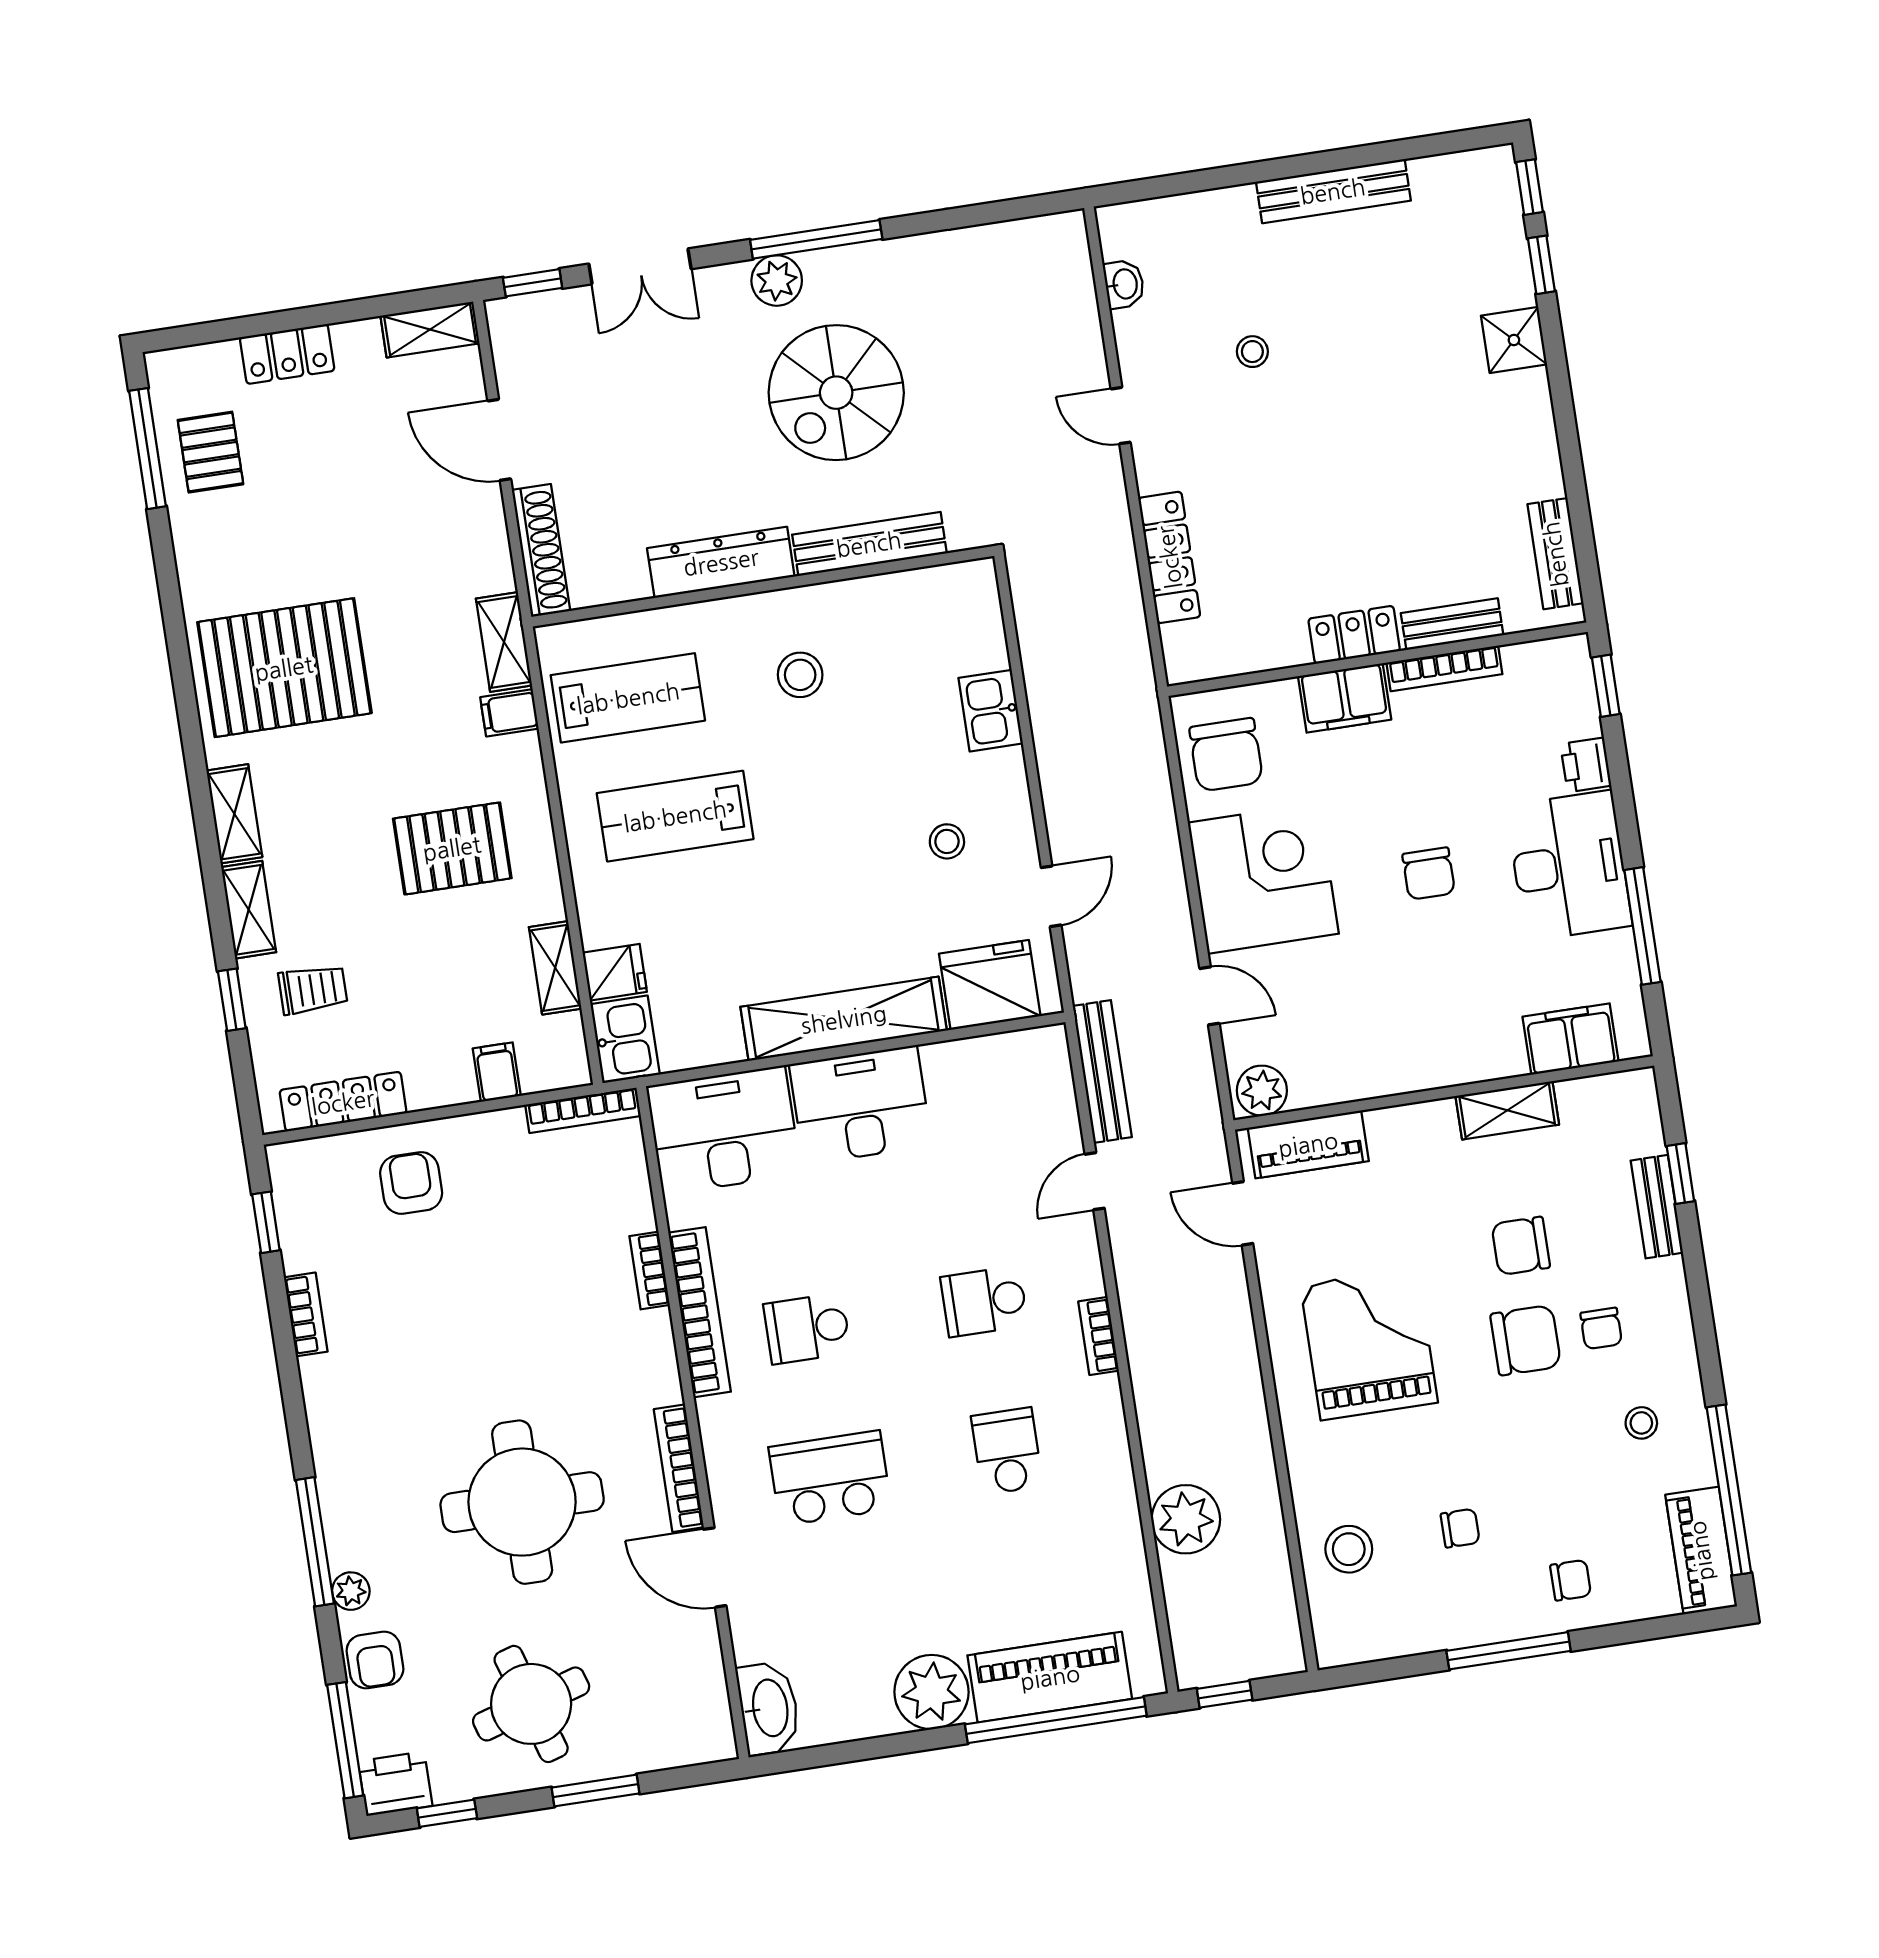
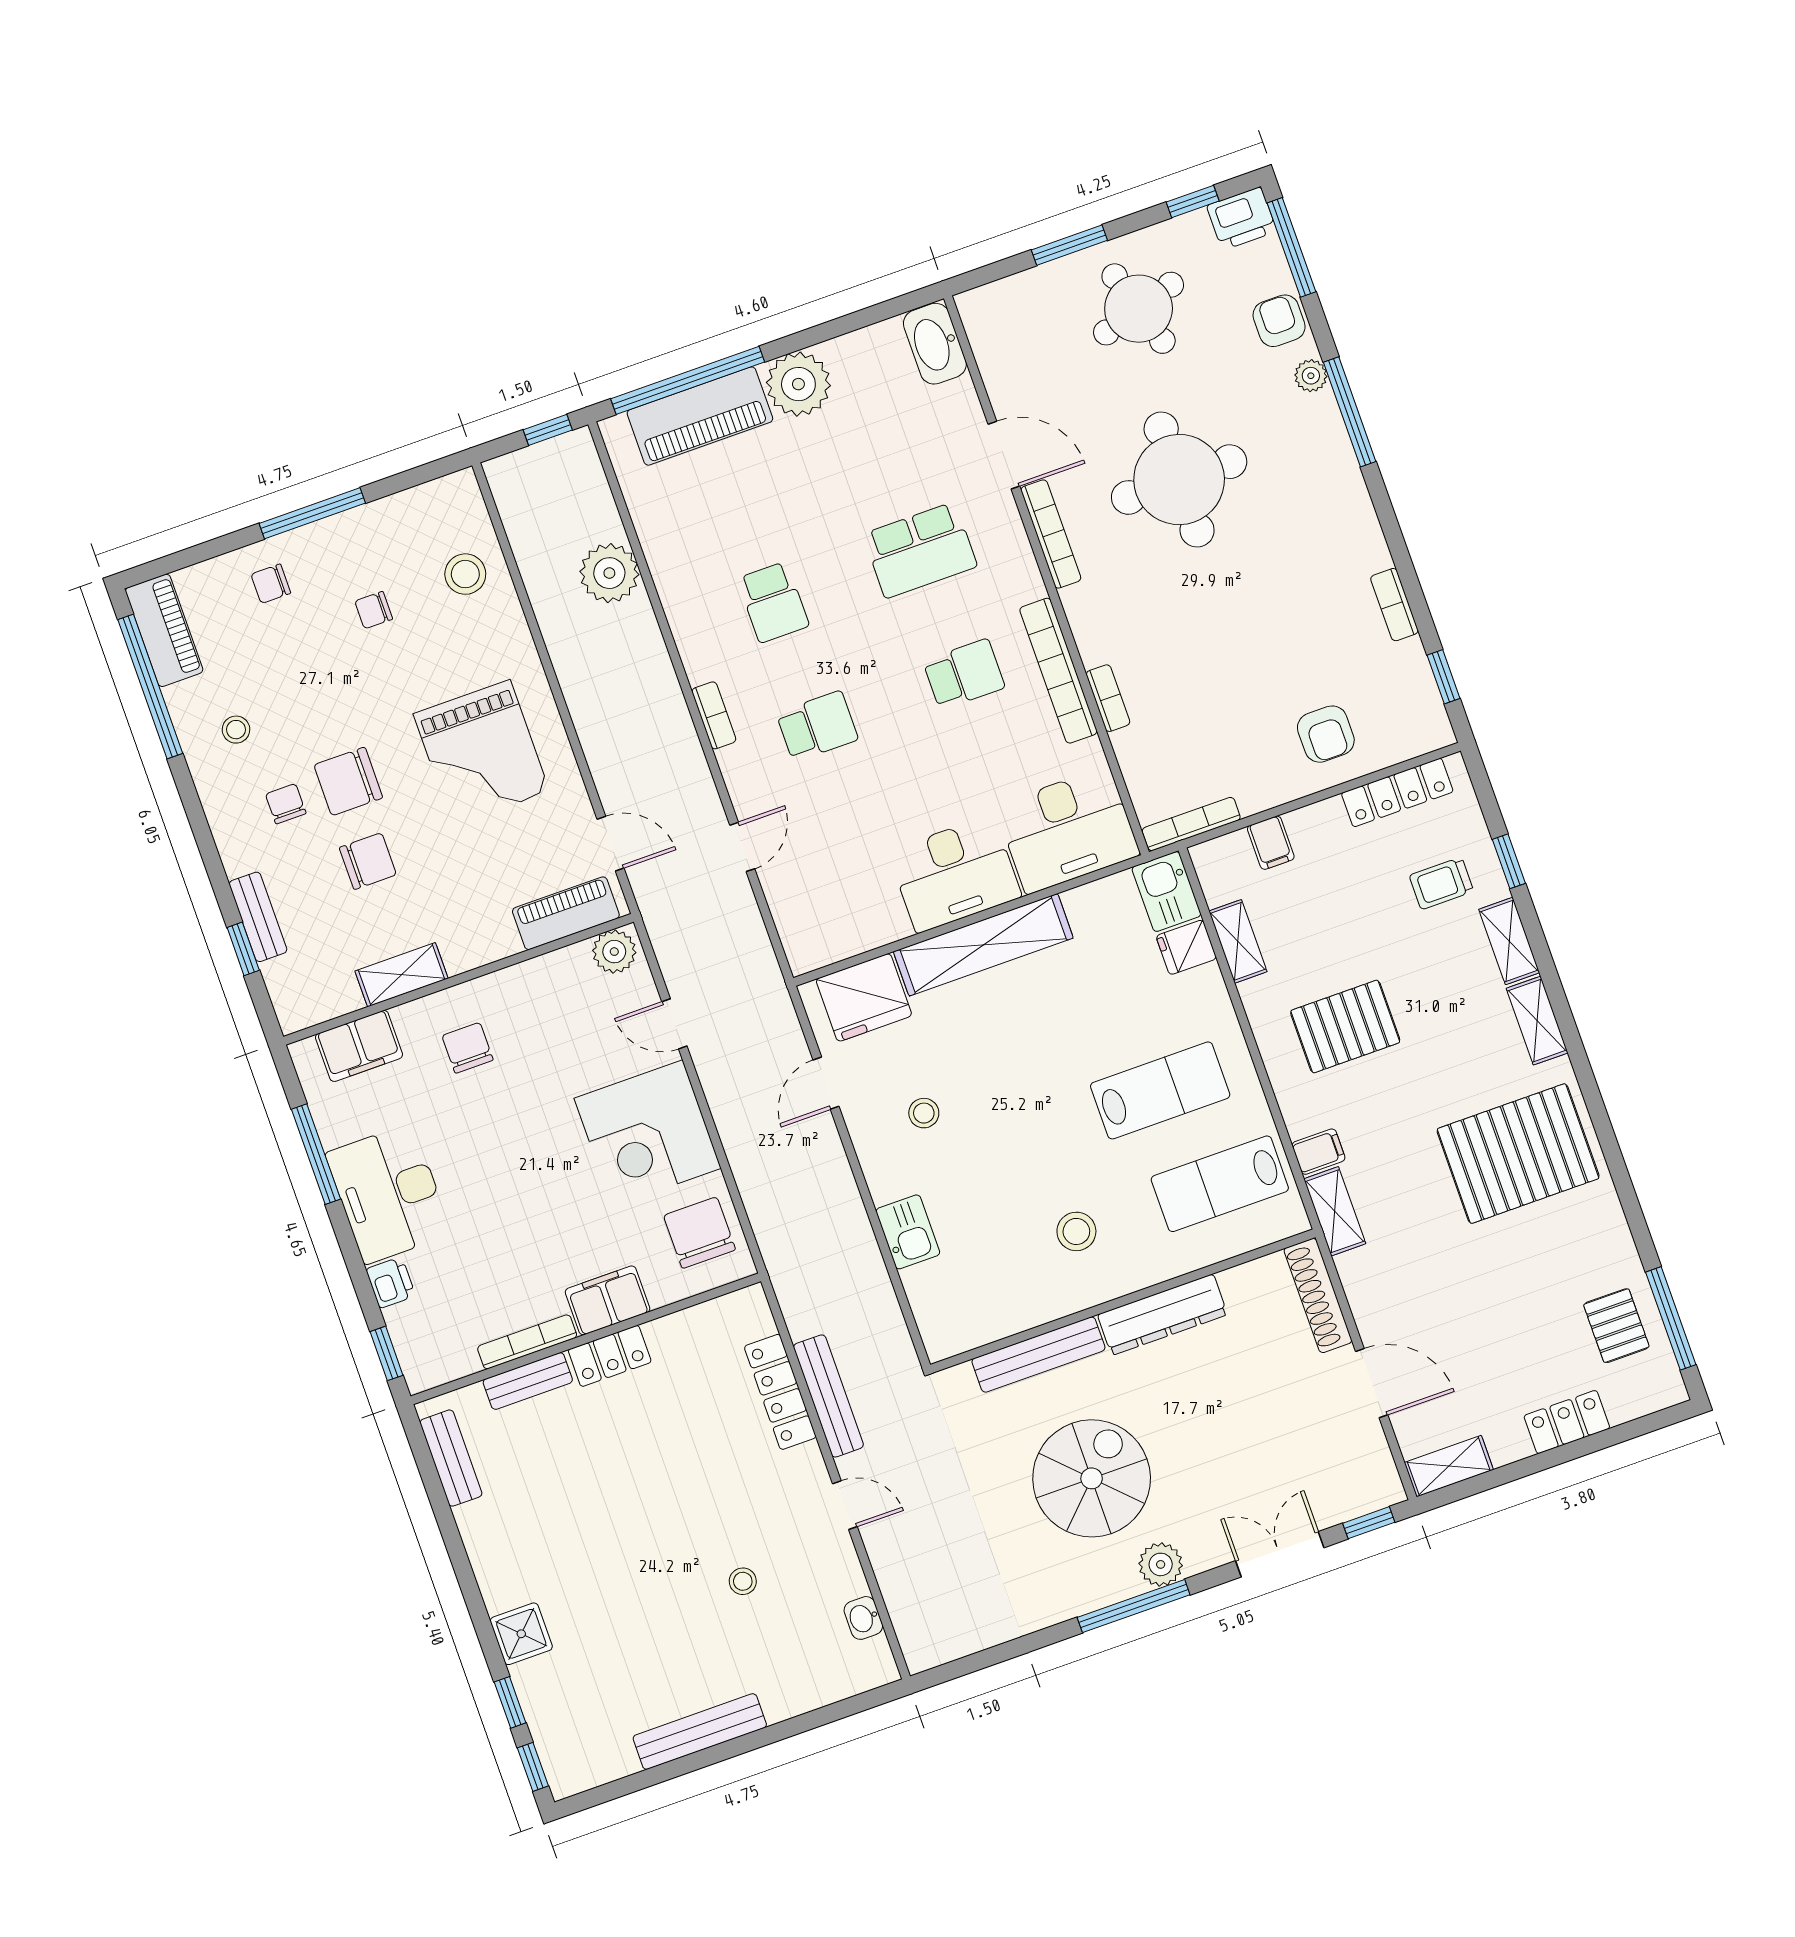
chair: (1429, 874) -> (468, 1048), moved
bench: (1102, 1072) -> (828, 1396), moved

